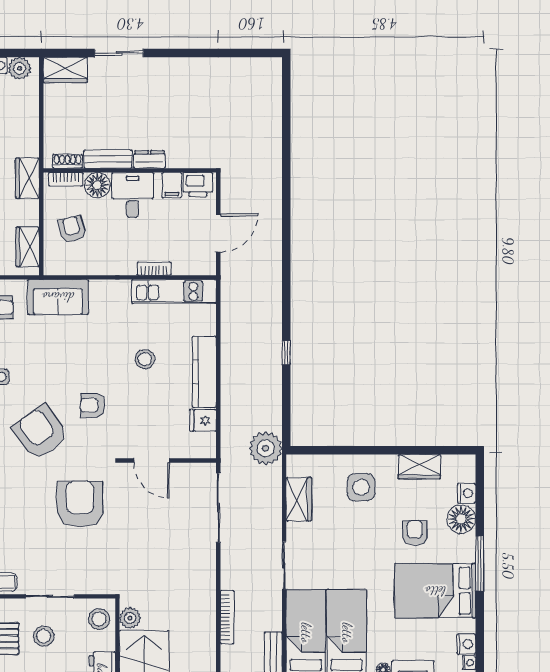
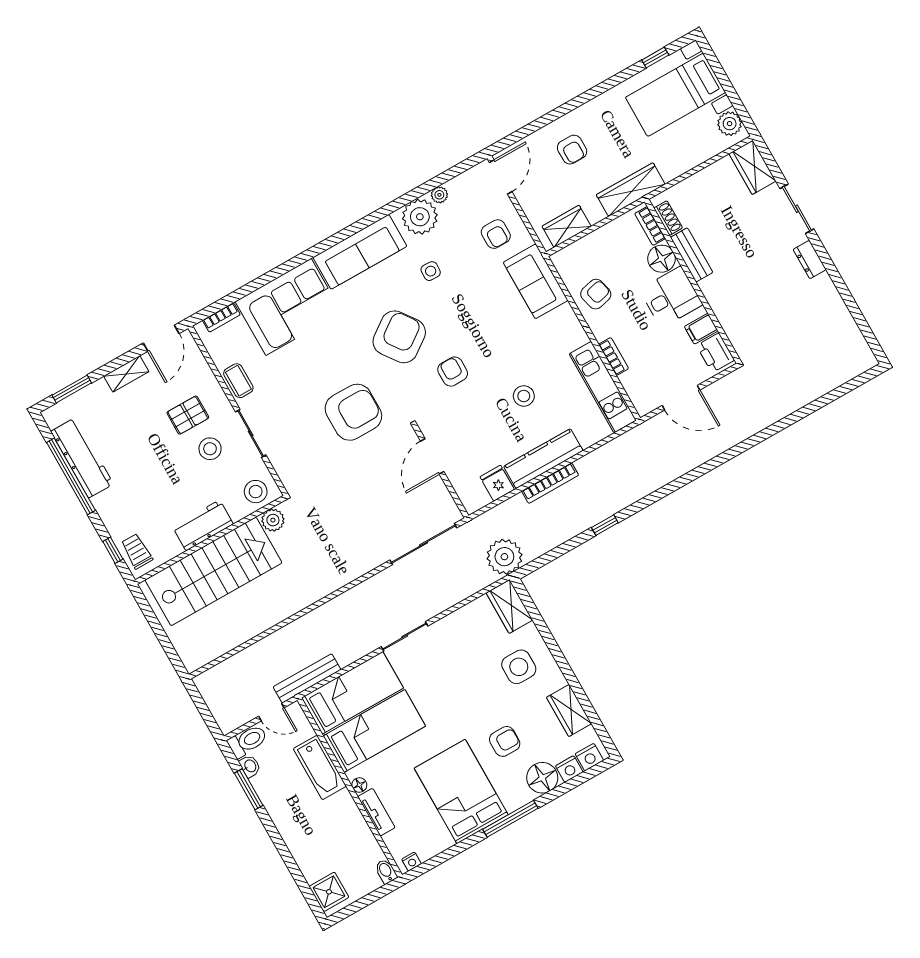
dresser: (149, 159) -> (810, 260), moved, turned 180
wardrobe: (27, 178) -> (631, 190), width x1.50
armchair: (72, 229) -> (596, 294), moved
wardrobe: (299, 499) -> (509, 606), moved, turned 90
bookcase: (227, 617) -> (550, 483), moved
nightstand: (466, 644) -> (589, 757), moved

